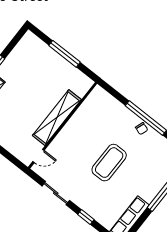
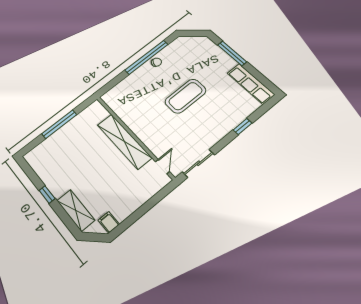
coffee table: (109, 163) -> (185, 96), turned 90
sliding door: (56, 193) -> (198, 163), moved

